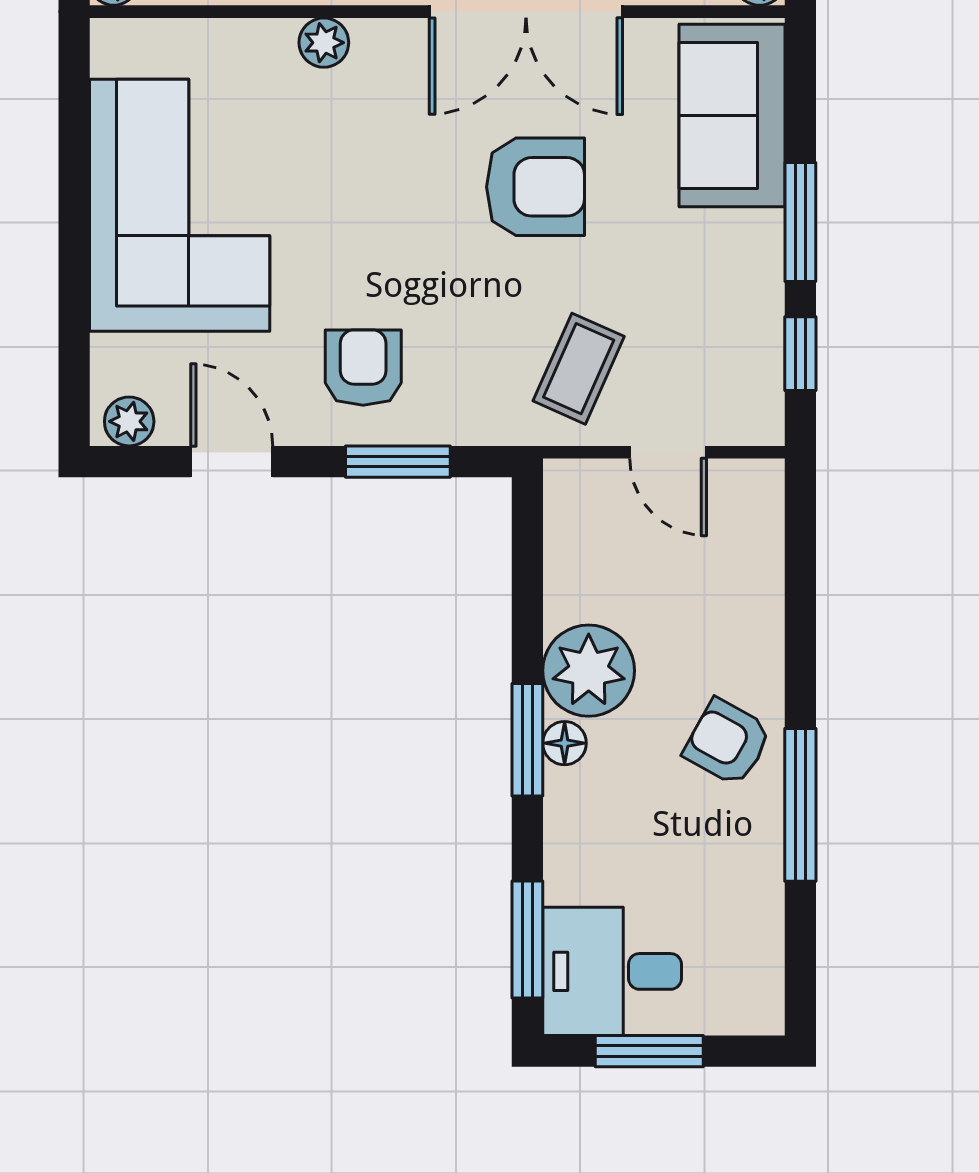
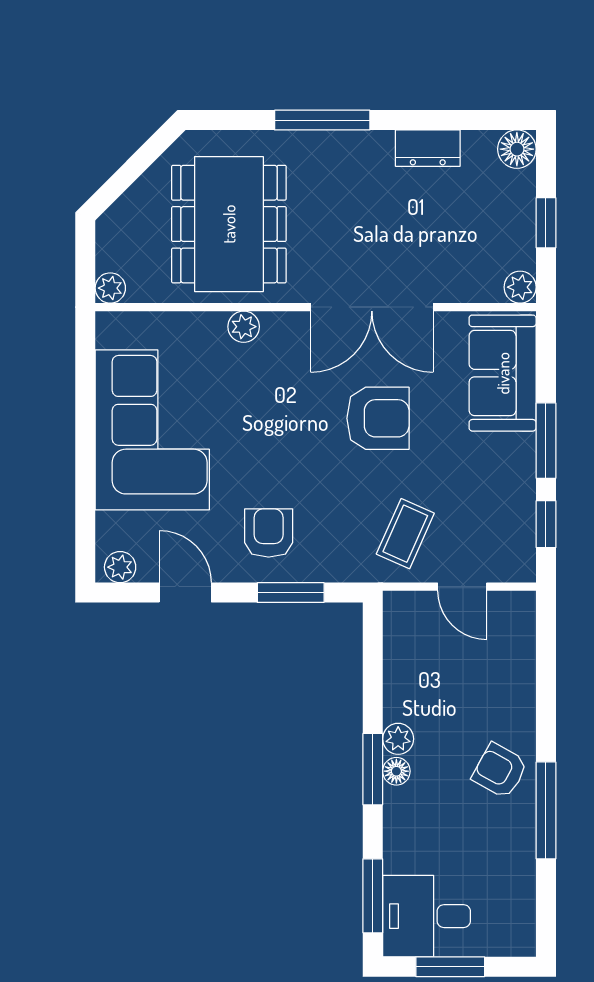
plant: (589, 671) -> (398, 739), width x0.53, depth x0.53

